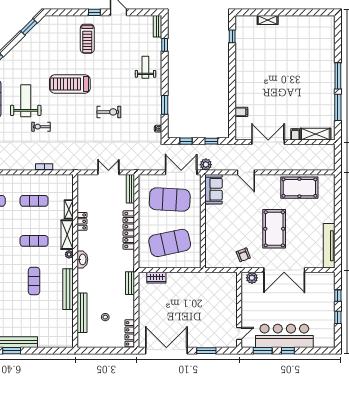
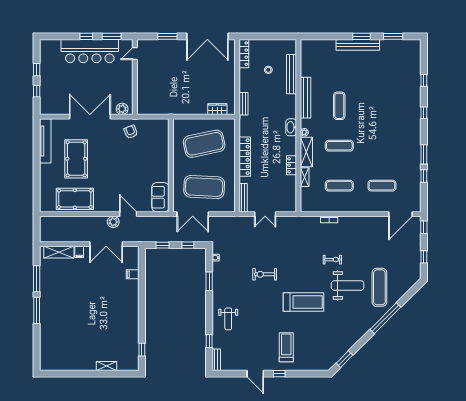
weight bench: (26, 101) -> (348, 285), turned -90
plant: (206, 165) -> (113, 222), moved
pool table: (274, 229) -> (76, 159), moved

